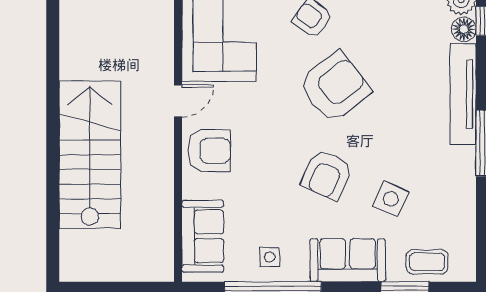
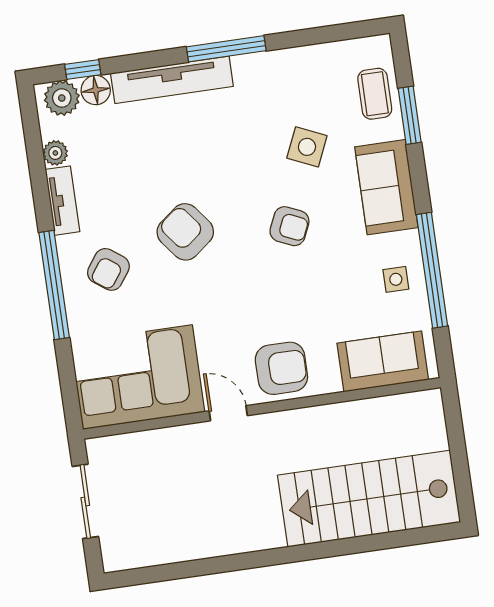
armchair: (335, 87) -> (185, 232), width x0.73, depth x0.73
armchair: (209, 151) -> (281, 368), turned 90
stairs: (90, 155) -> (369, 499), moved
armchair: (327, 175) -> (289, 226), width x0.72, depth x0.72

